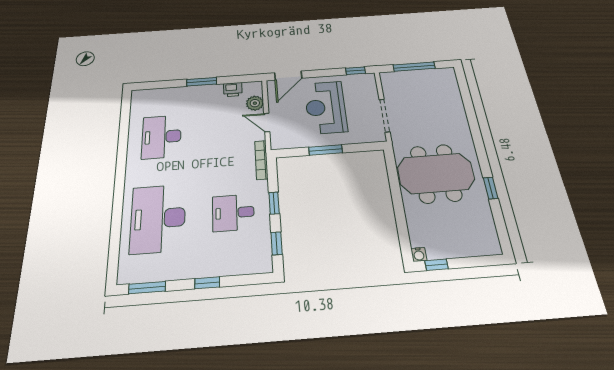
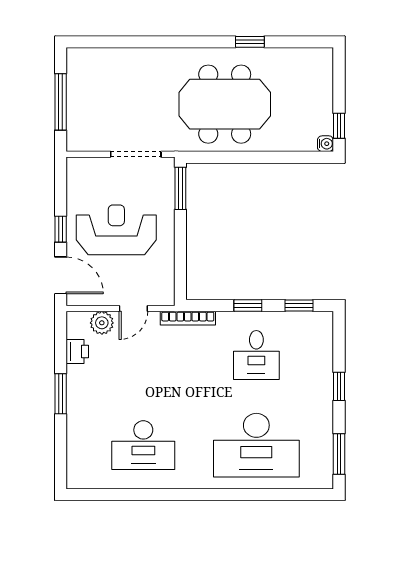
window: (355, 71) -> (61, 229), moved
reception desk: (325, 107) -> (116, 230), turned 180
window: (326, 150) -> (180, 188), moved
meeting table: (436, 173) -> (225, 104), turned 90

